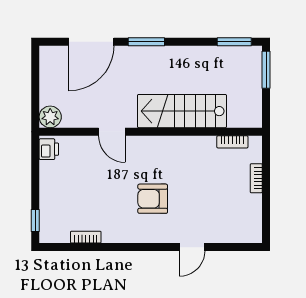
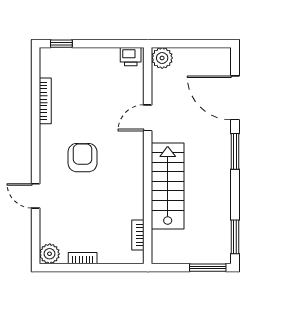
bookcase: (256, 178) -> (83, 258), moved
plant: (252, 233) -> (50, 254), added
bookcase: (86, 237) -> (45, 101), width x1.56

